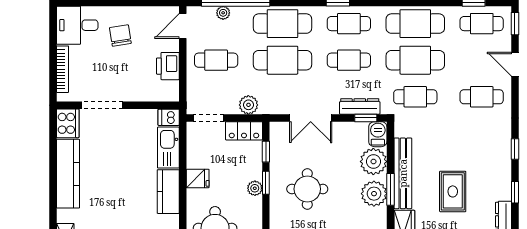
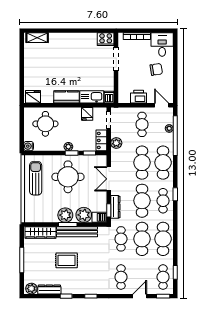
cafe table: (349, 60) -> (142, 201), width x1.37, depth x1.35
kitchen counter: (68, 174) -> (77, 39), removed
fridge: (198, 179) -> (87, 114), moved
round table: (307, 189) -> (68, 177), width x1.36, depth x1.36

